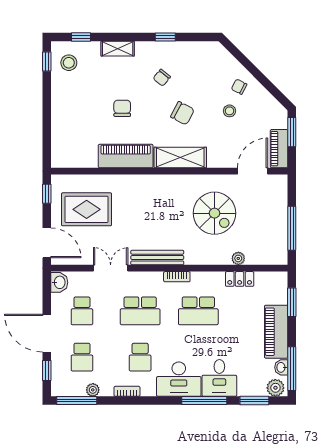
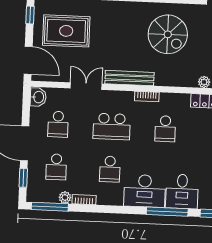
spiral stairs: (215, 213) -> (168, 34), moved
school desk: (198, 311) -> (165, 129), width x0.54
bookcase: (127, 391) -> (84, 200), moved

